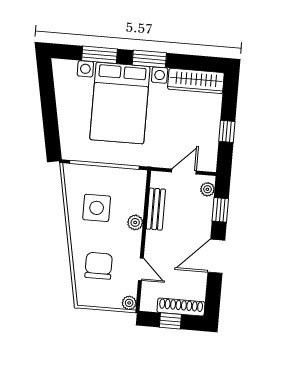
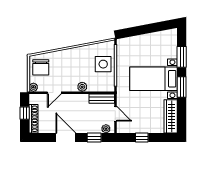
bed with nightstands: (120, 103) -> (154, 79), width x0.73
side table: (97, 208) -> (103, 64), moved
bench: (156, 209) -> (102, 99), moved
chair: (99, 266) -> (41, 67), moved, turned 90

